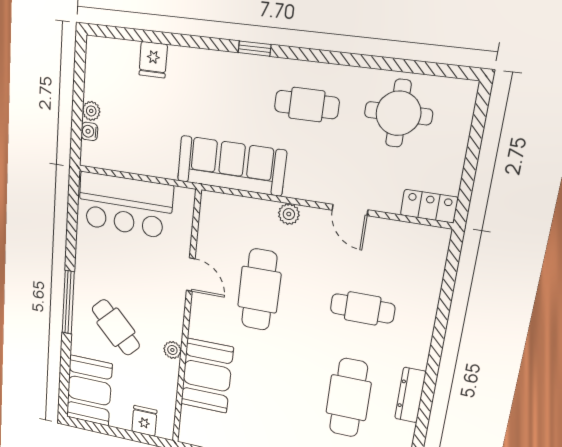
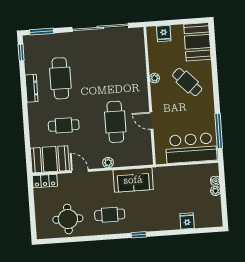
sofa: (231, 166) -> (133, 180), width x0.73
window: (68, 302) -> (219, 131), moved
booth: (207, 376) -> (50, 159), moved, turned 90

